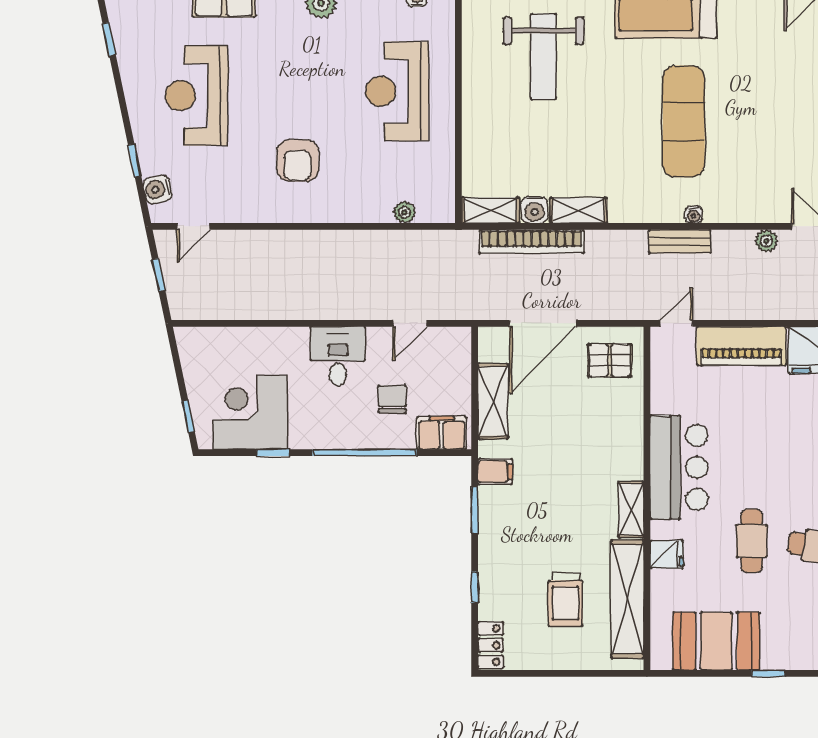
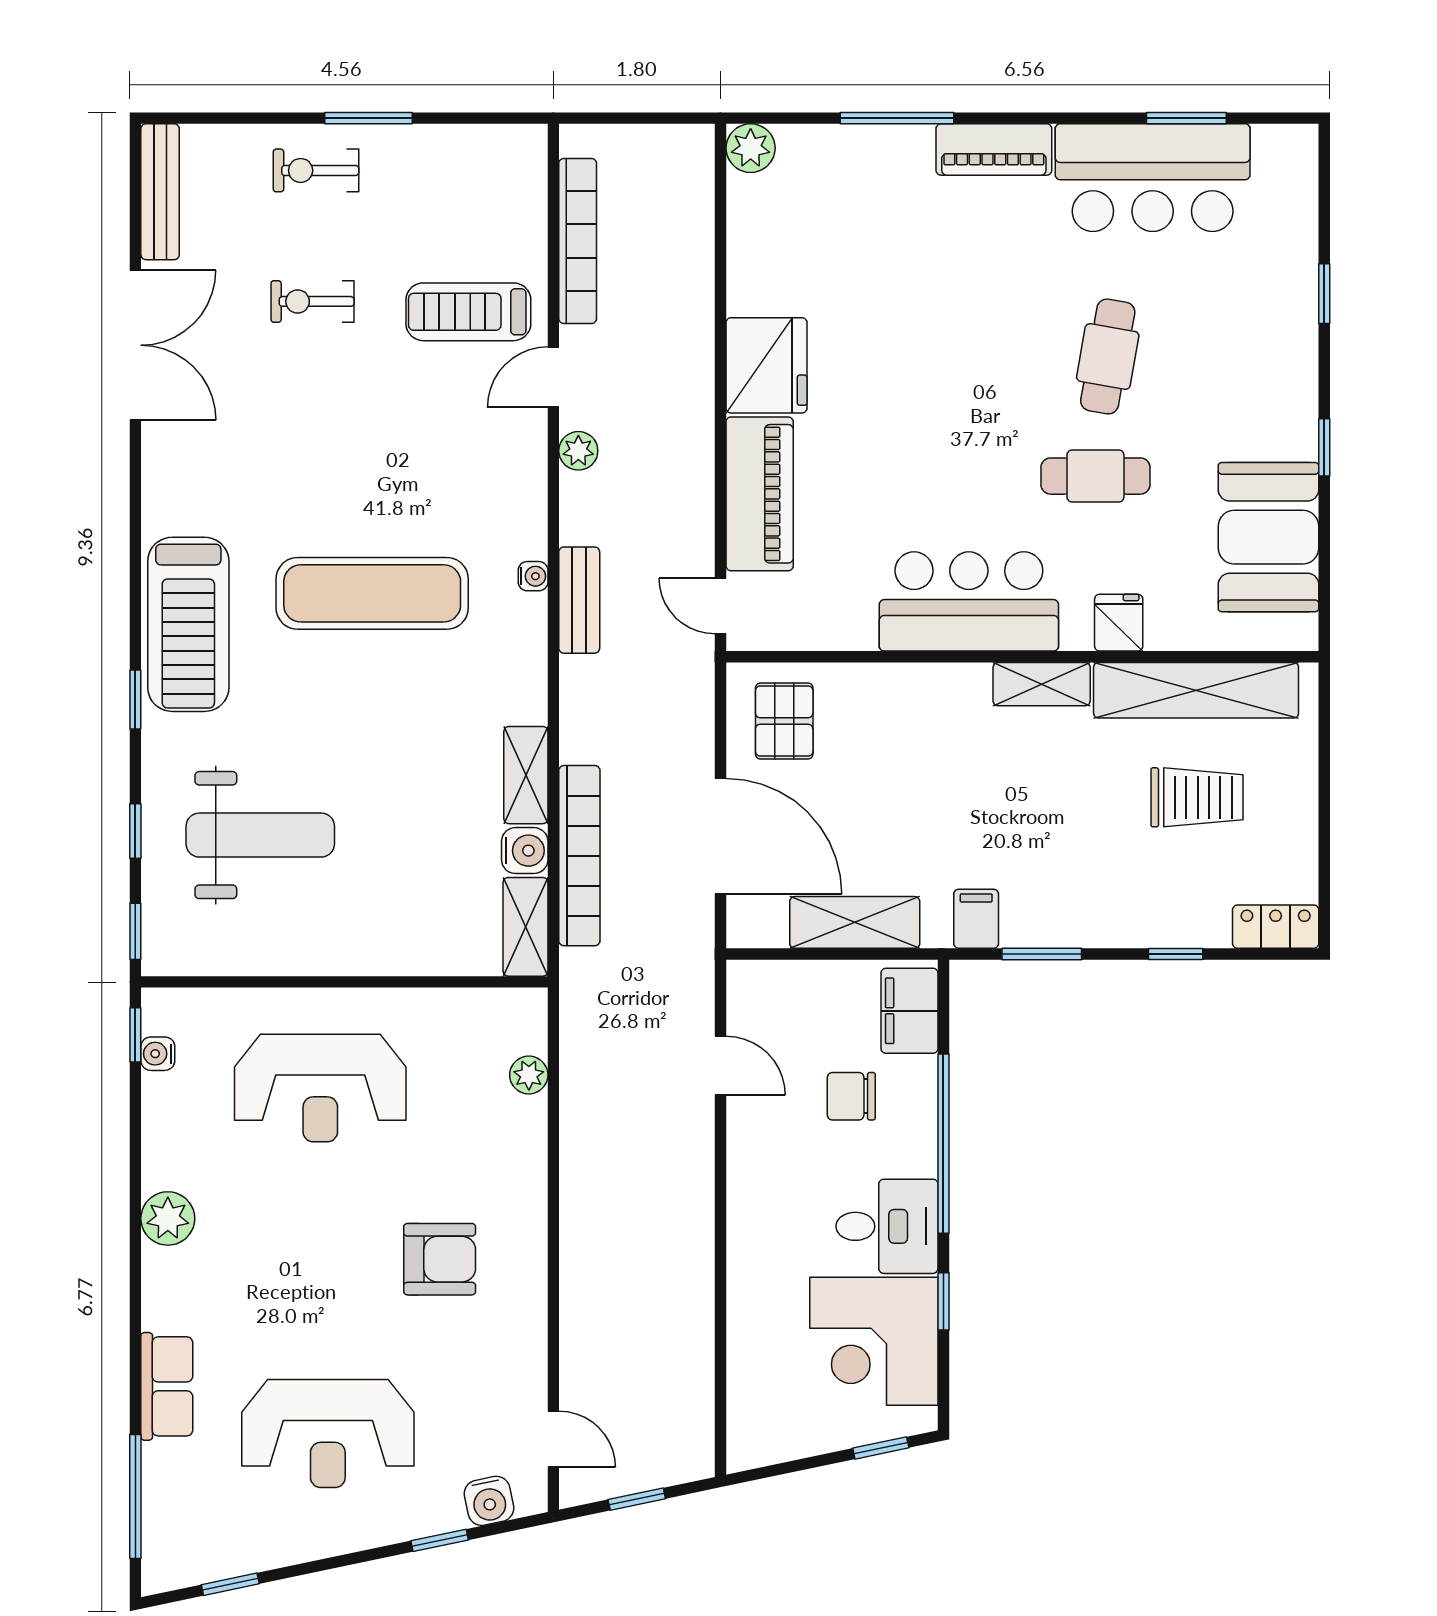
desk: (338, 356) -> (887, 1226), moved, turned 180

